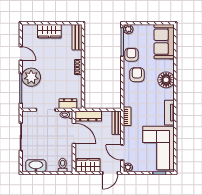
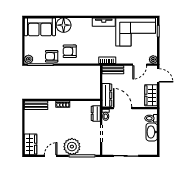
wardrobe: (49, 31) -> (30, 144), moved
floor lamp: (166, 80) -> (64, 25), moved
door: (74, 133) -> (123, 108), hinge flipped
washbasin: (36, 166) -> (152, 132), moved

